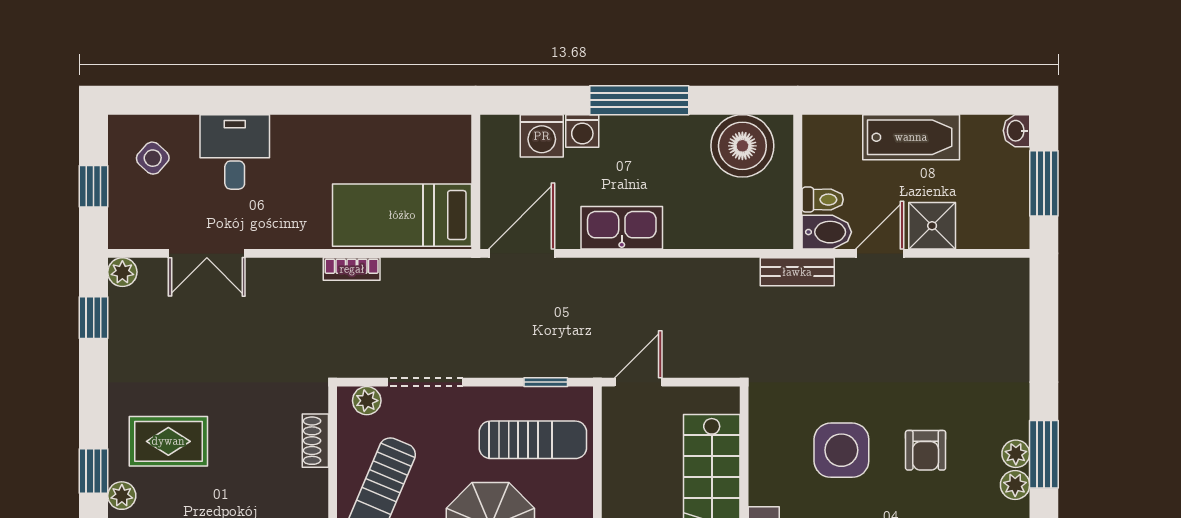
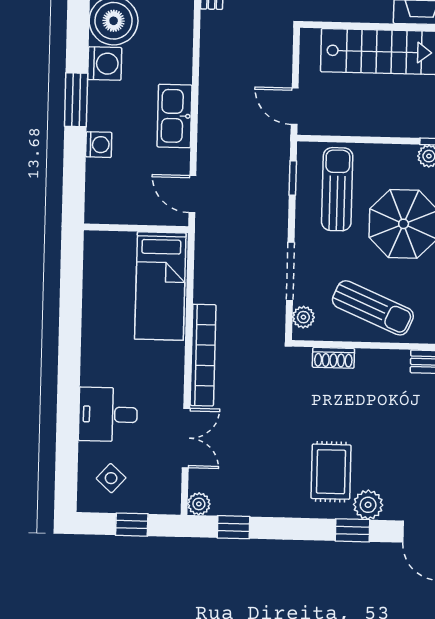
window: (639, 100) -> (76, 100), width x0.69
washing machine: (542, 136) -> (105, 64), moved
door: (522, 253) -> (192, 194), width x0.73
bookcase: (352, 269) -> (203, 355), width x2.31, depth x1.31
plant: (122, 496) -> (368, 505), width x1.38, depth x1.38

